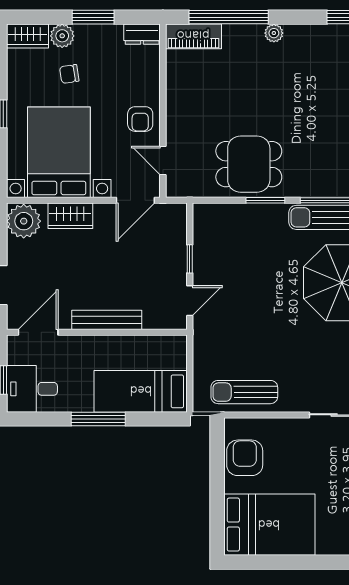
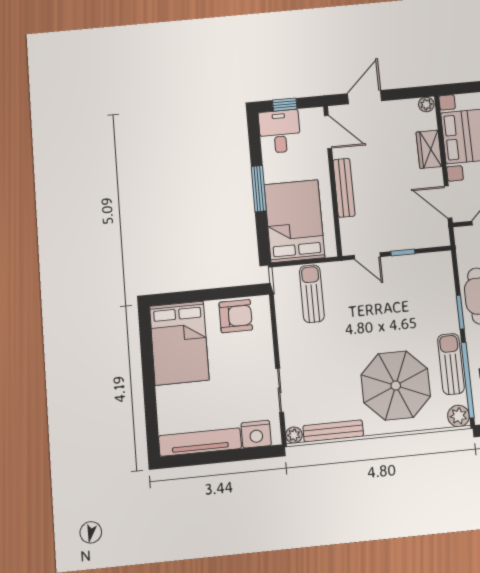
plant: (24, 221) -> (426, 104), width x0.53, depth x0.53
bed: (141, 391) -> (294, 221), width x1.50
sun lounger: (244, 392) -> (312, 294), moved

